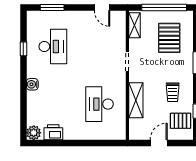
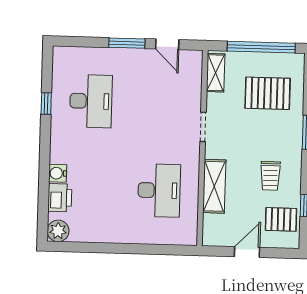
window: (52, 8) -> (127, 43), moved
pallet: (169, 38) -> (268, 93), turned 90
water cooler: (32, 84) -> (58, 173), moved
desk: (99, 104) -> (159, 190), turned 180
printer: (53, 132) -> (60, 198), moved, turned 90

